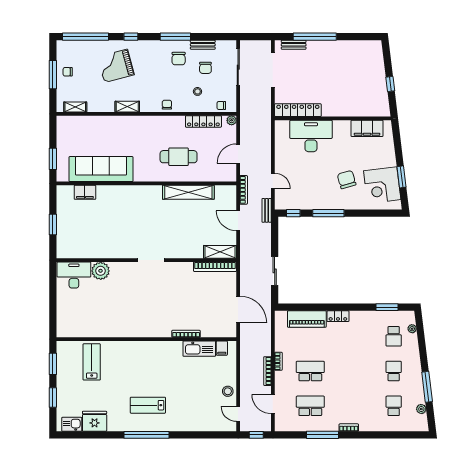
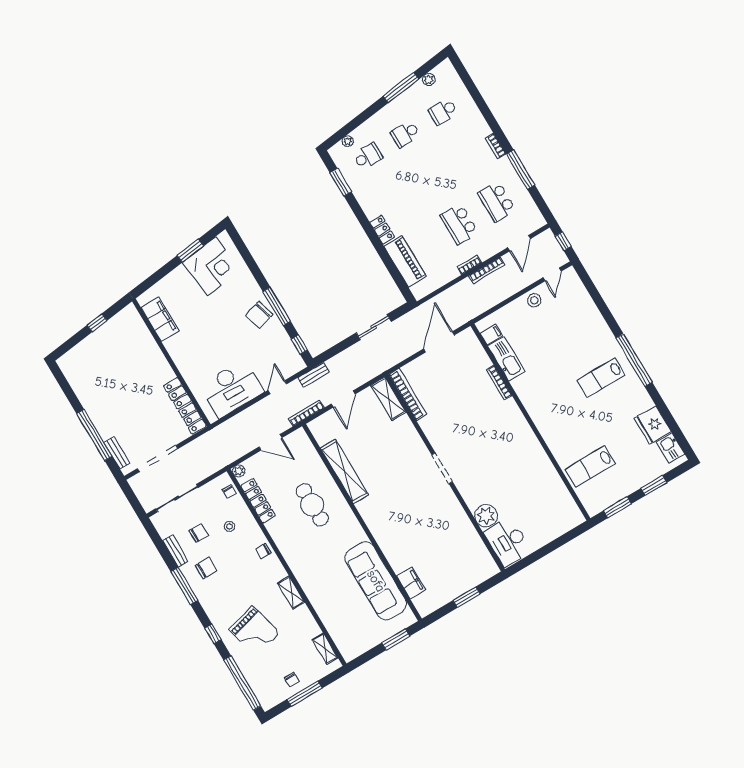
desk: (311, 136) -> (232, 389), moved, turned -90
chair: (347, 180) -> (259, 315), moved
lab bench: (148, 405) -> (601, 378), turned 90

